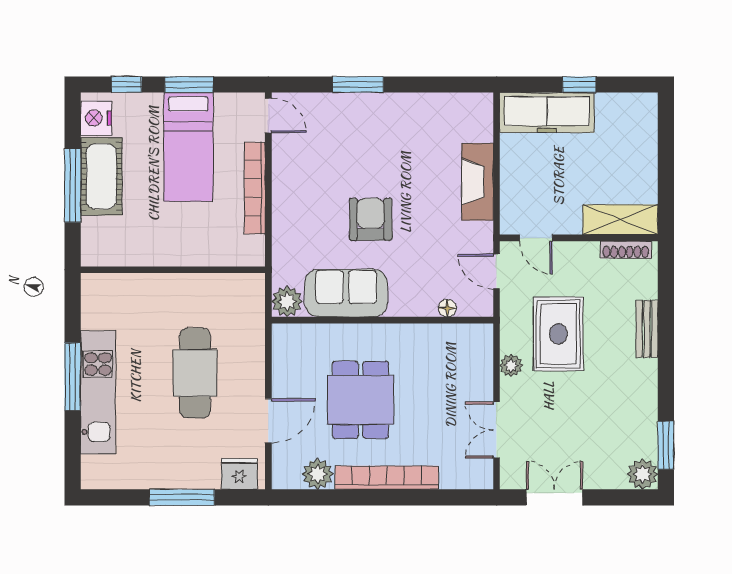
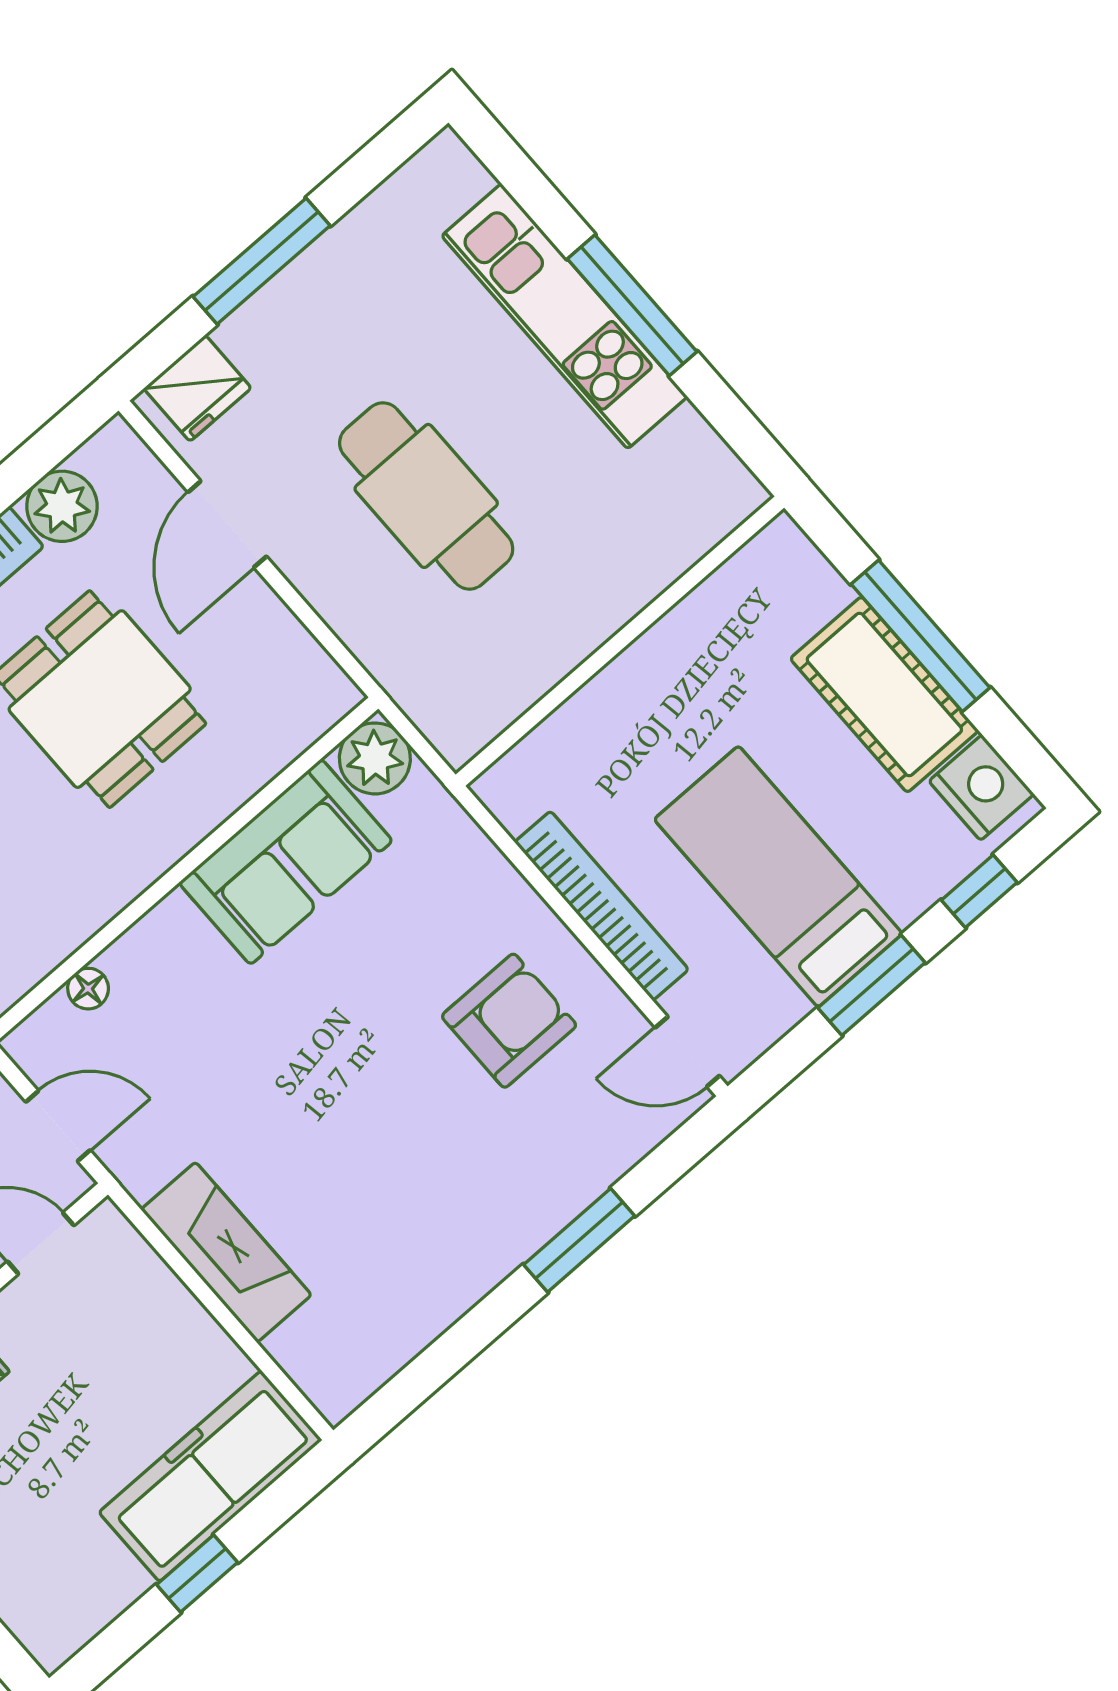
armchair: (371, 219) -> (509, 1021), moved, turned -90

